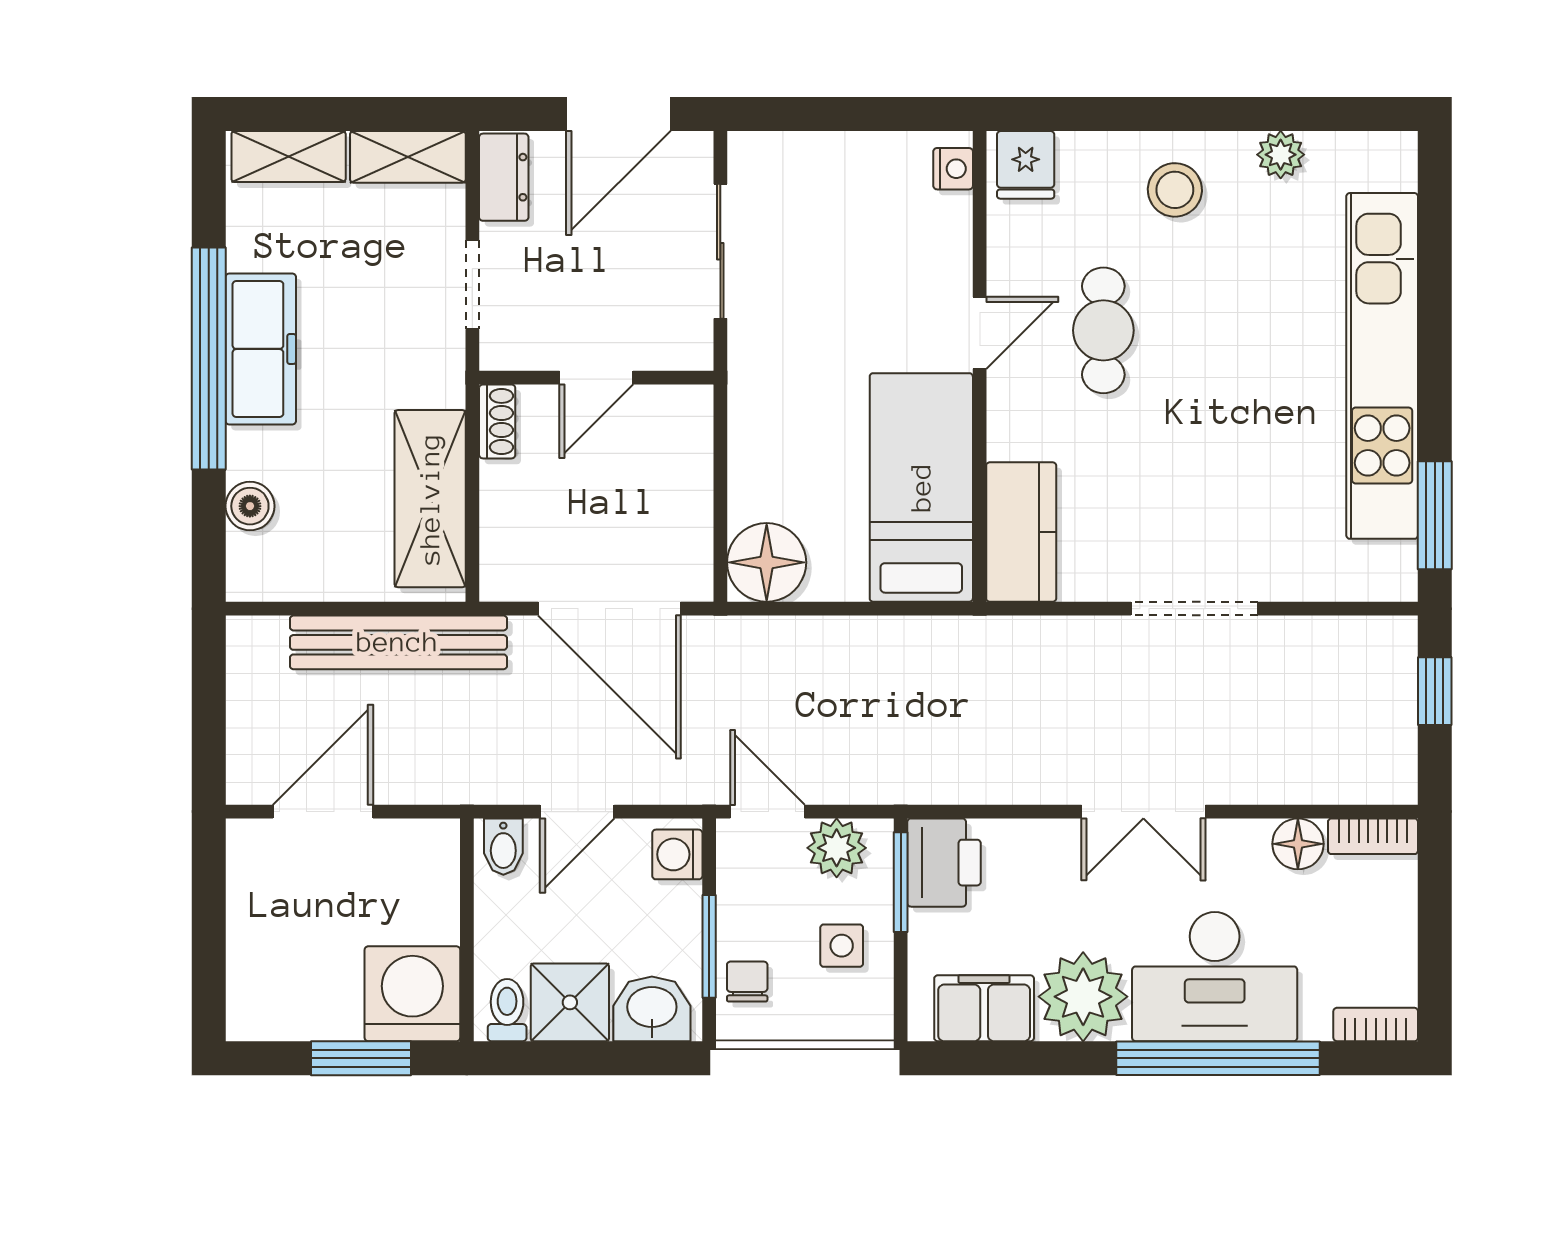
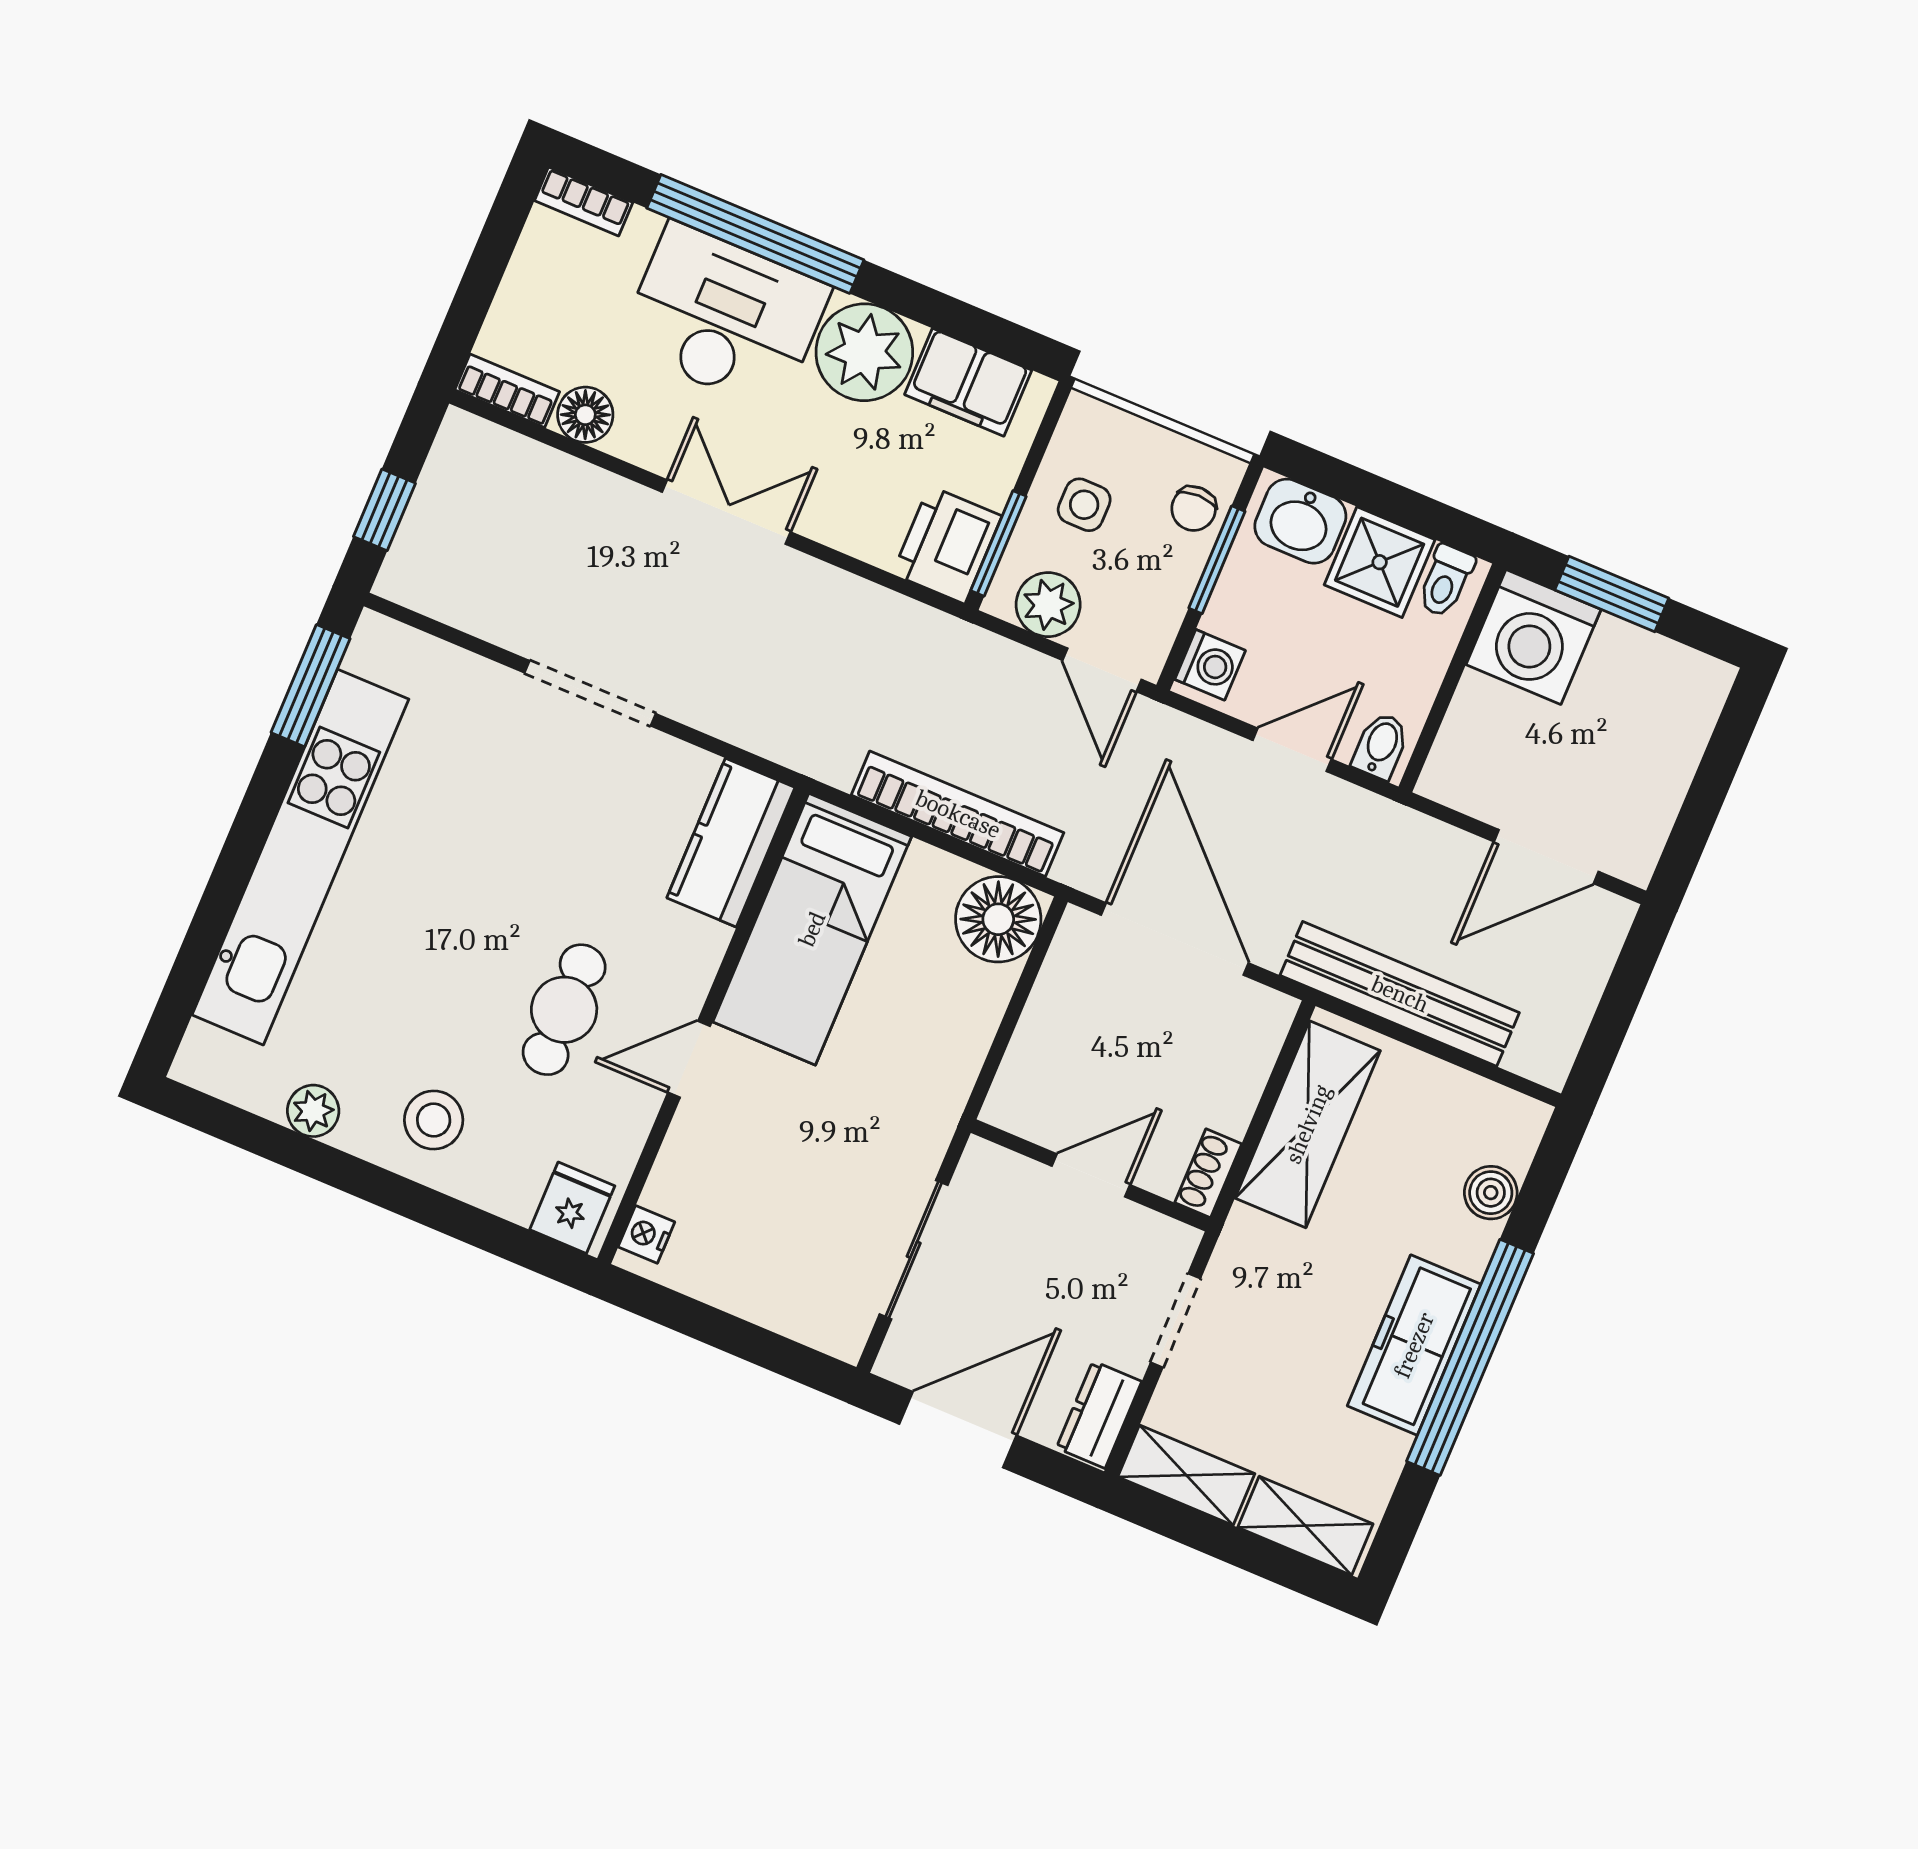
bookcase: (839, 638) -> (958, 814), added

